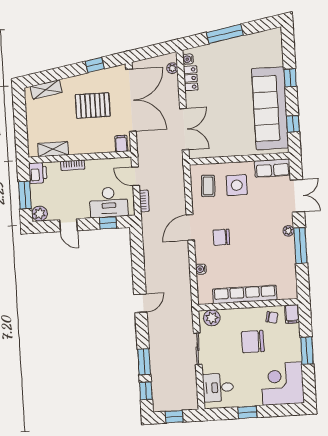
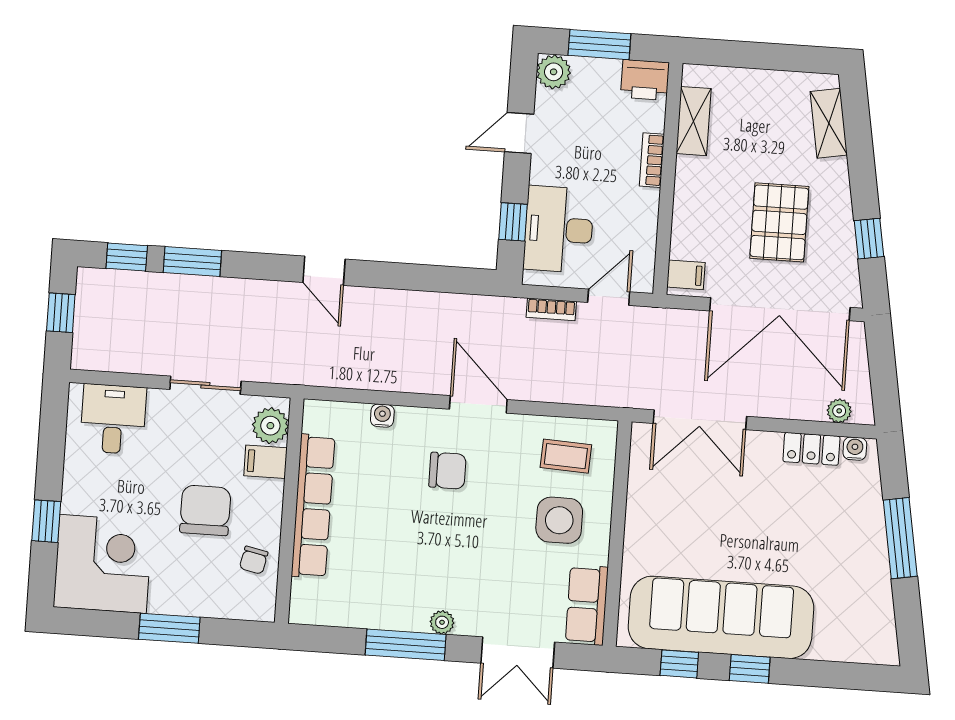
window: (290, 78) -> (750, 669), moved
chair: (221, 237) -> (447, 471), turned 90
filing cabinet: (292, 314) -> (265, 462), moved
window: (247, 412) -> (46, 521), moved

